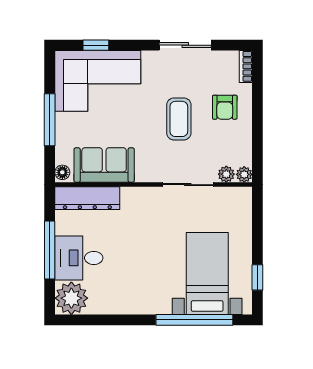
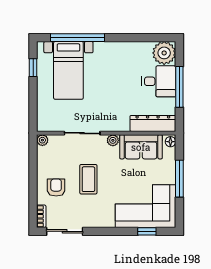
sliding door: (185, 45) -> (65, 231), moved
plant: (226, 174) -> (113, 140), moved

